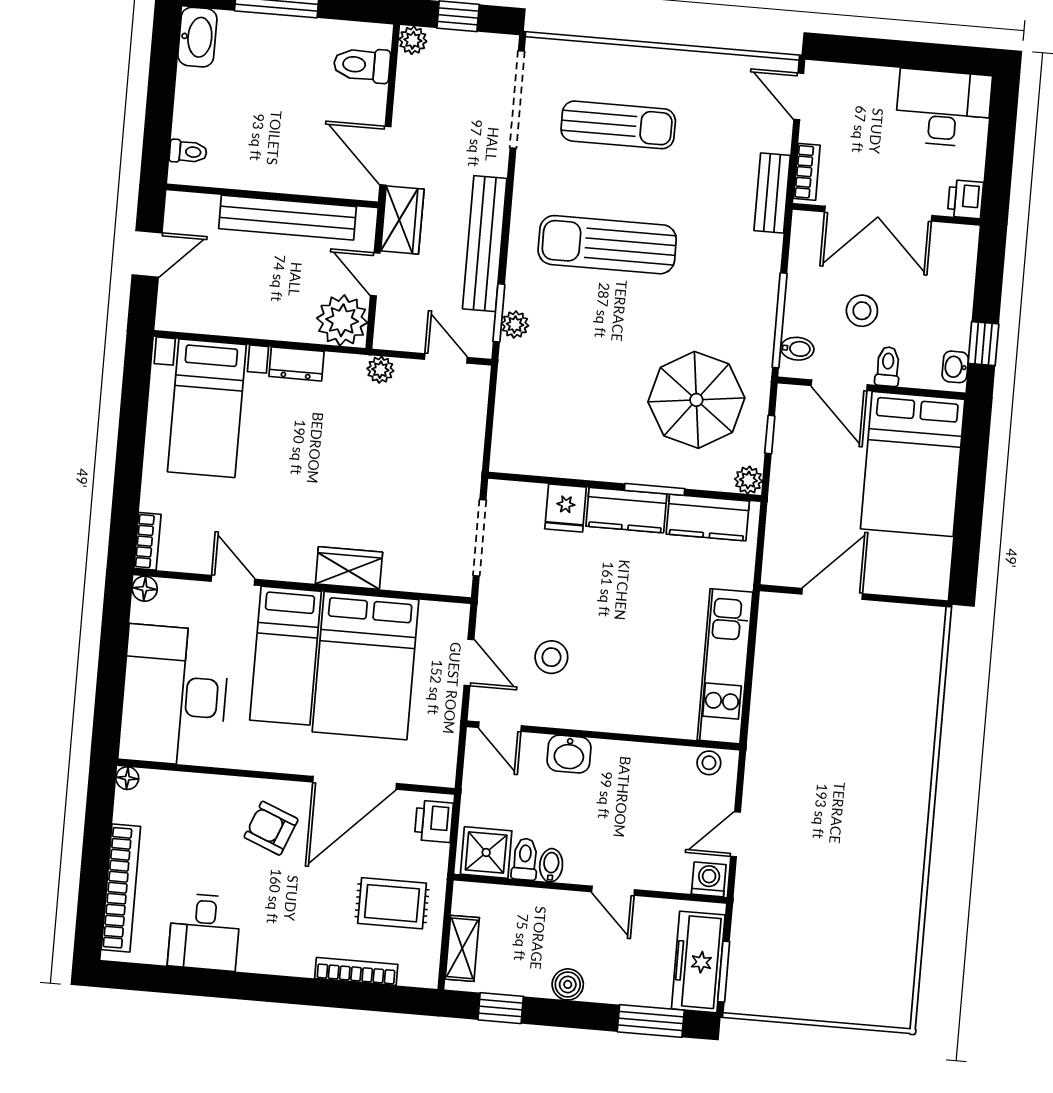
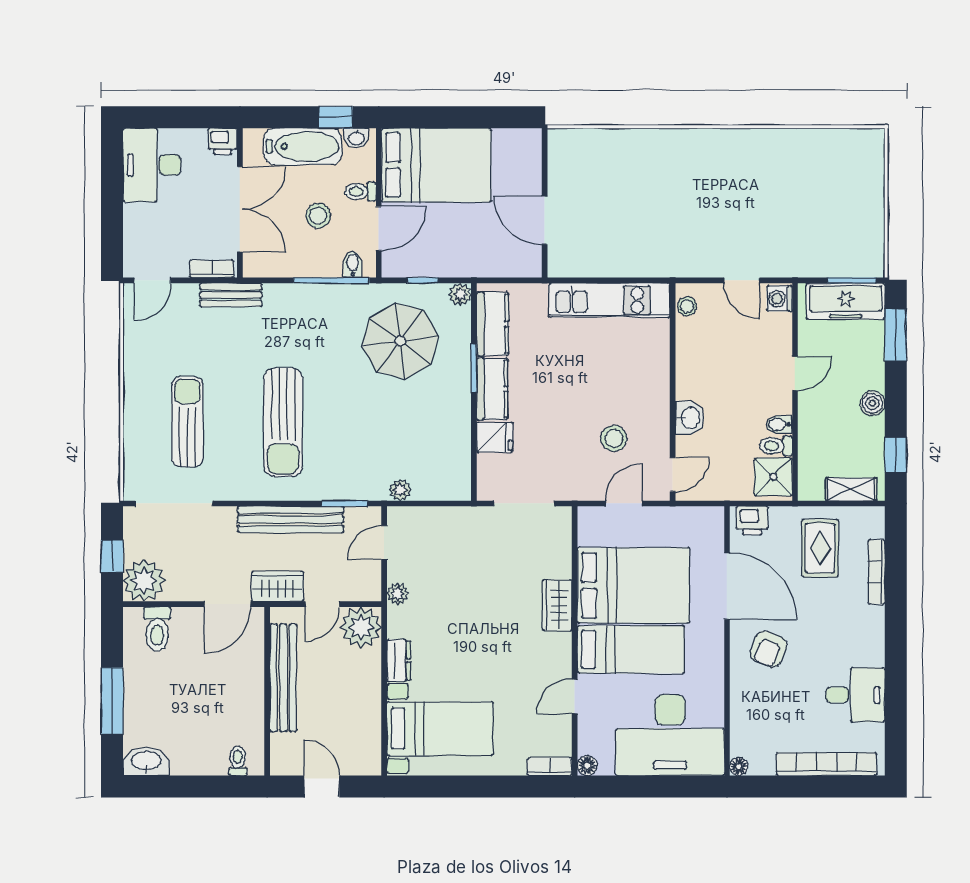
plant: (413, 40) -> (144, 580), width x1.88, depth x1.88
bathtub: (950, 299) -> (303, 146), added
plant: (515, 324) -> (400, 490), moved

